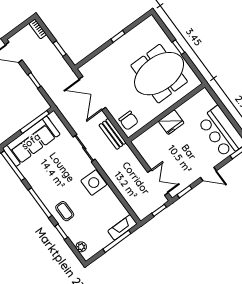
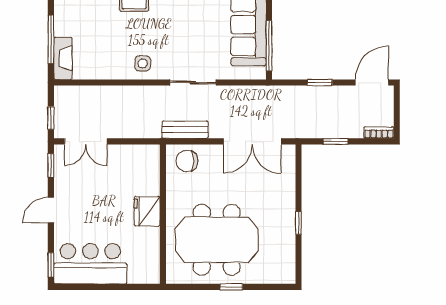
meeting table: (159, 74) -> (217, 240), turned 90
double door: (92, 93) -> (252, 141), swing flipped
side table: (94, 183) -> (143, 63), width x0.54, depth x0.54

